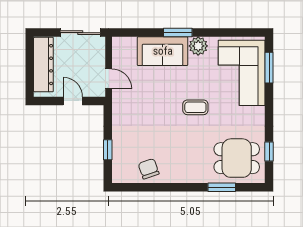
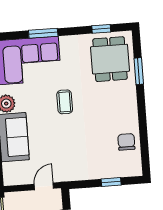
window: (269, 68) -> (43, 33), moved
chair: (149, 169) -> (126, 142), turned 109

